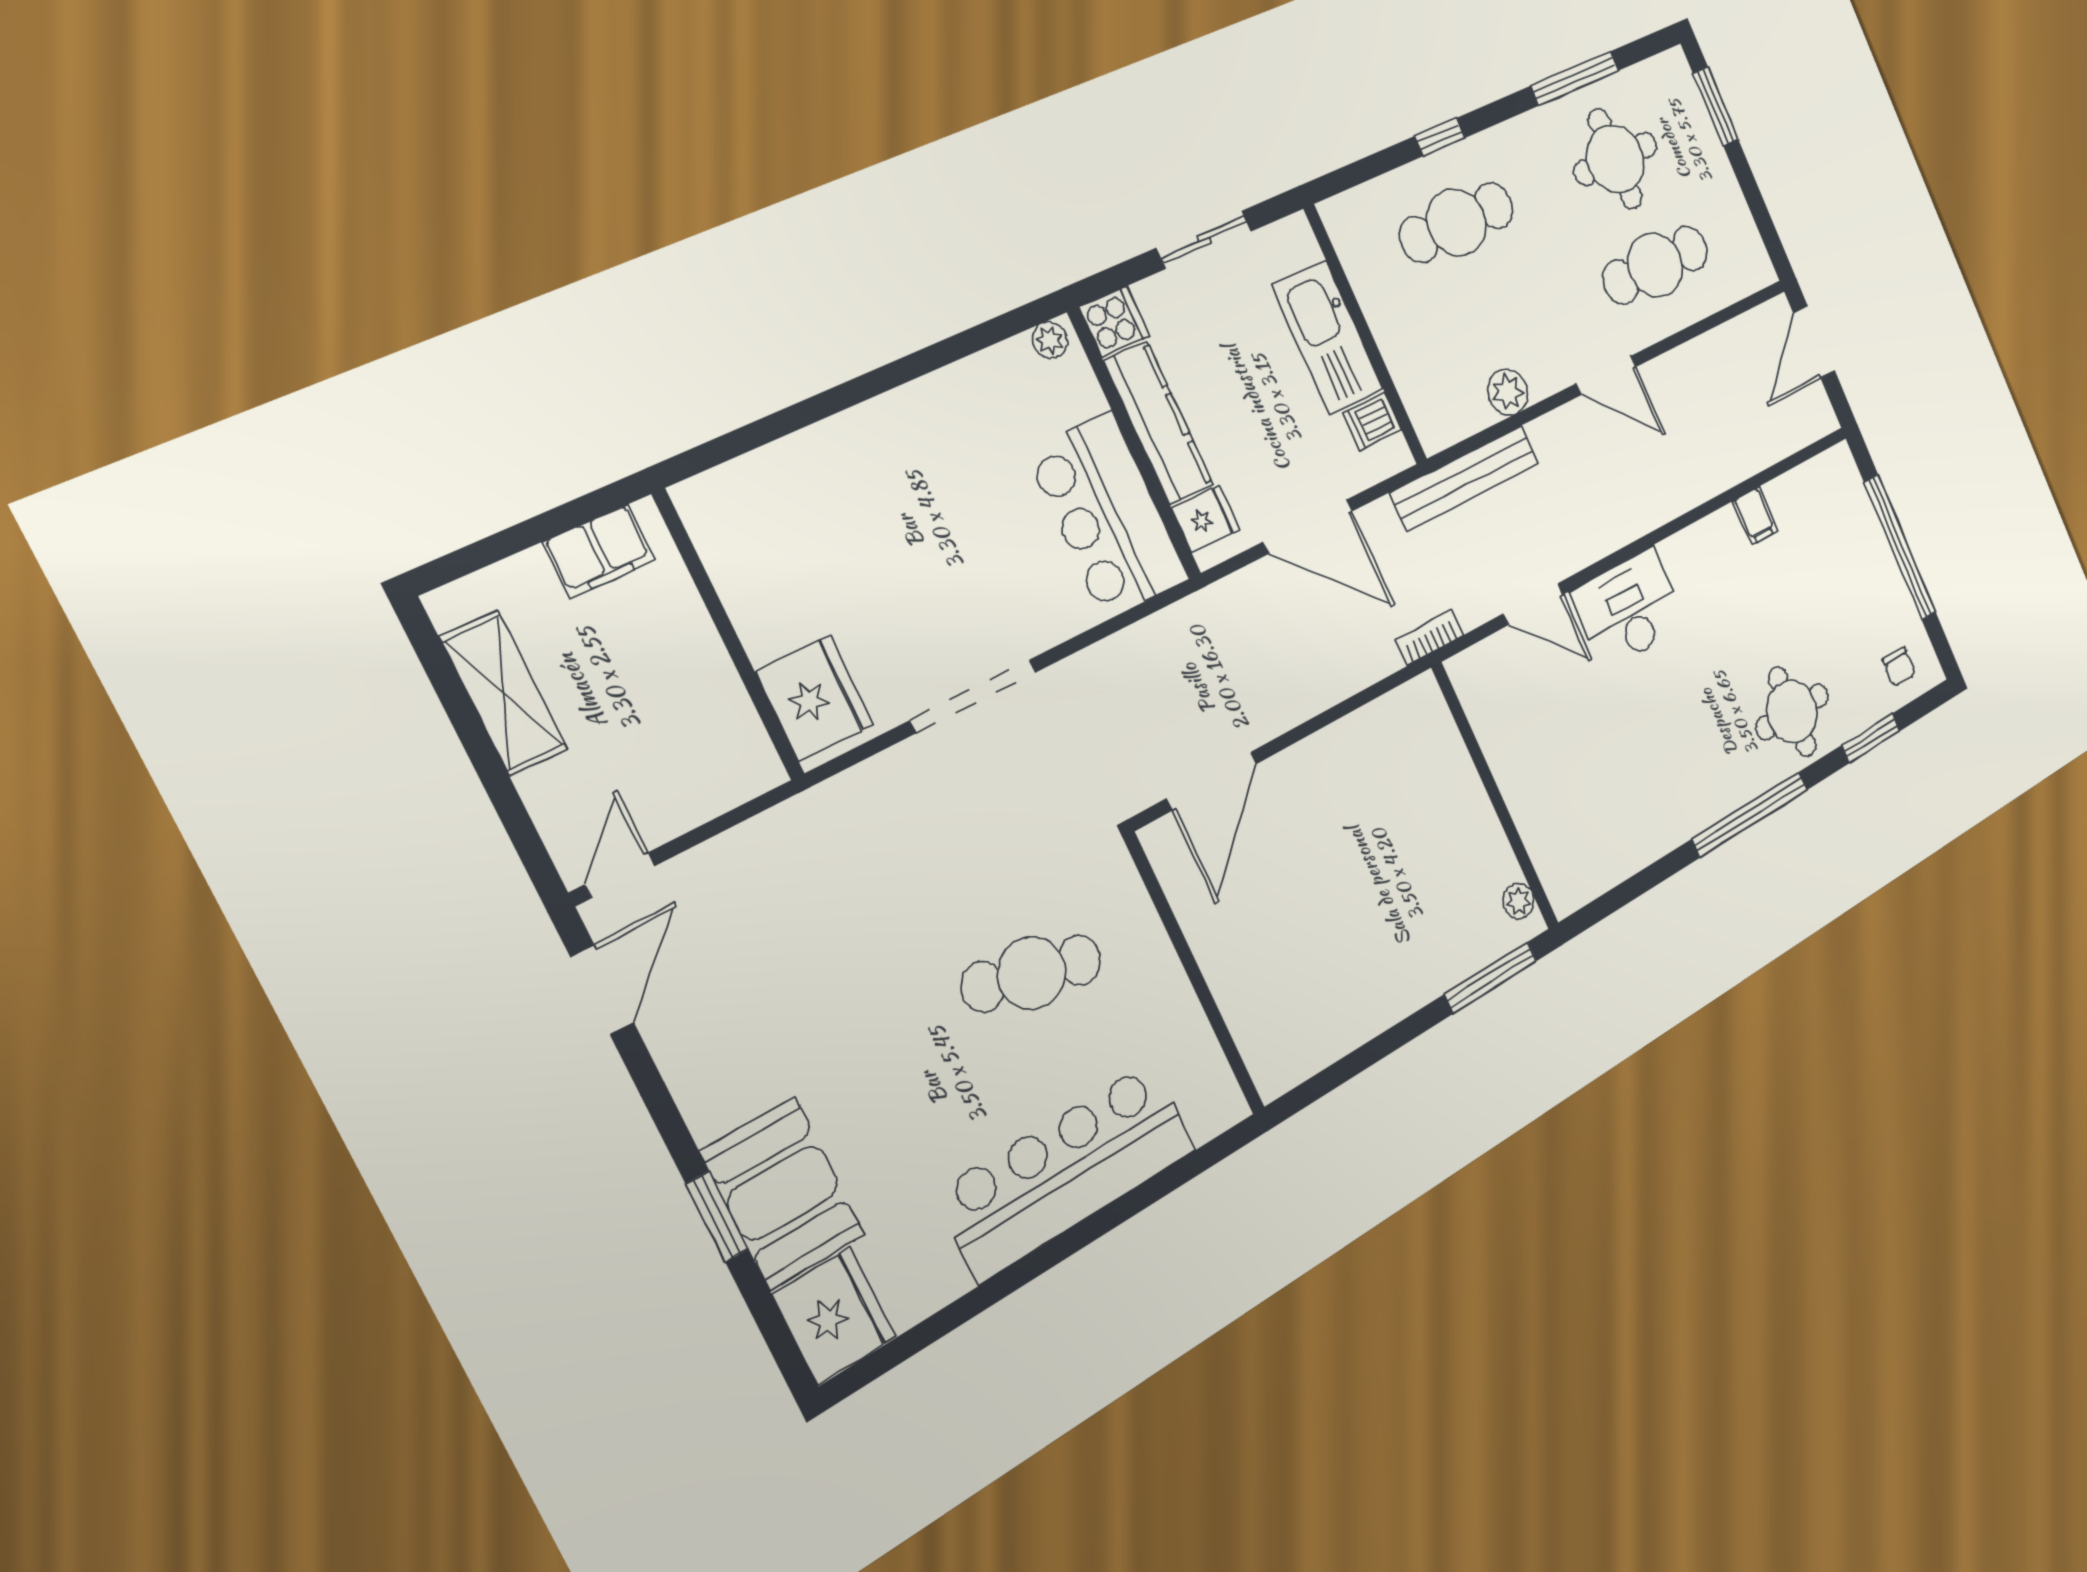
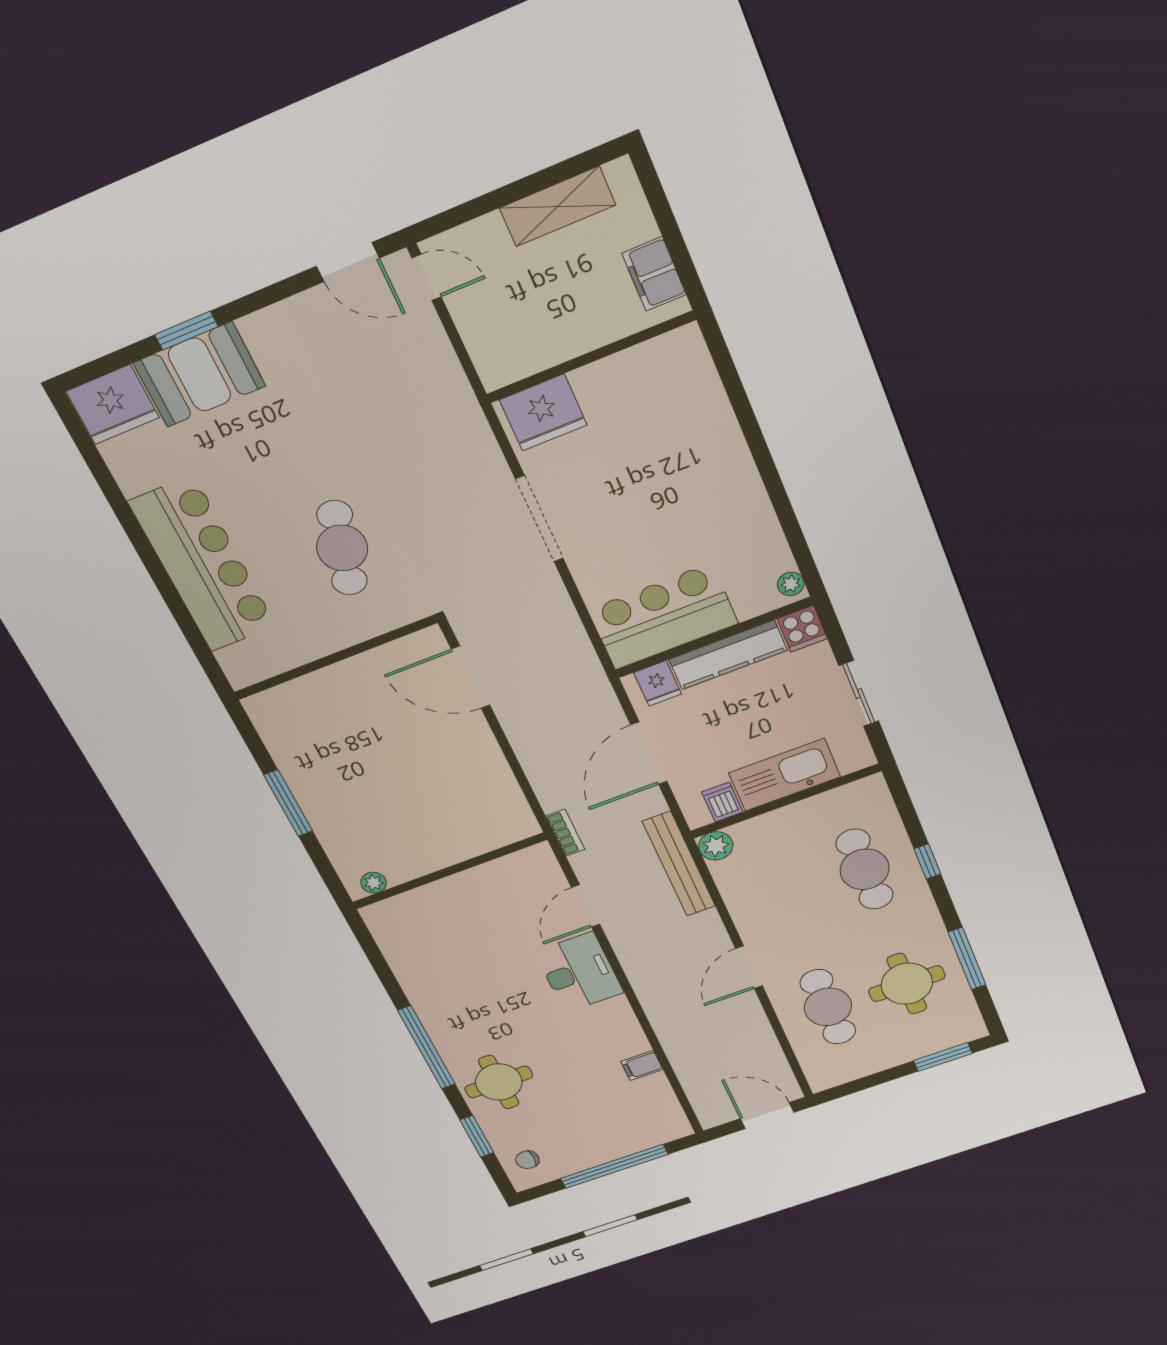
plant: (1508, 392) -> (716, 846), moved
window: (1491, 978) -> (288, 803), moved

